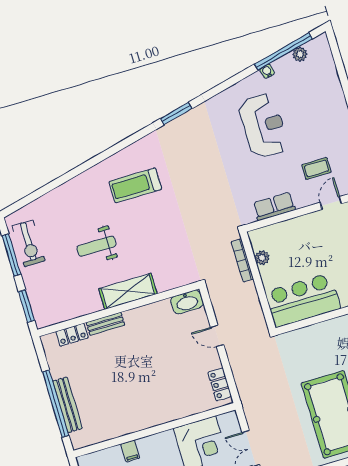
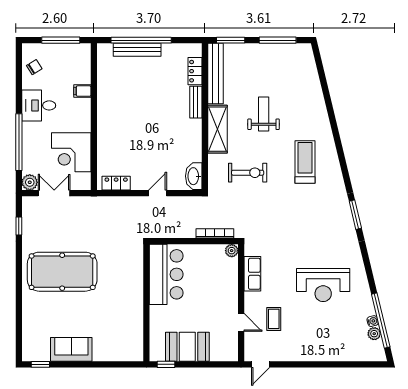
water cooler: (267, 71) -> (373, 321), moved
exercise bike: (29, 243) -> (248, 173), moved, turned 180
plant: (262, 258) -> (232, 251), moved
bench: (68, 312) -> (216, 73), added

